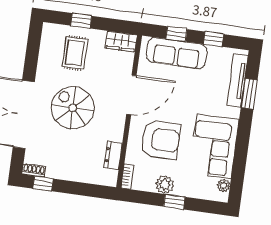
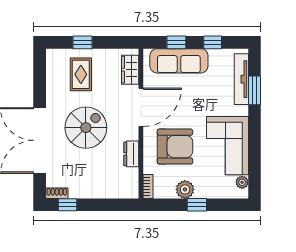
wardrobe: (121, 42) -> (130, 70), moved, turned 90
spiral stairs: (73, 108) -> (86, 128), turned 90
dresser: (113, 155) -> (131, 154), moved

